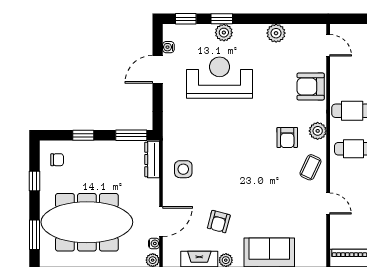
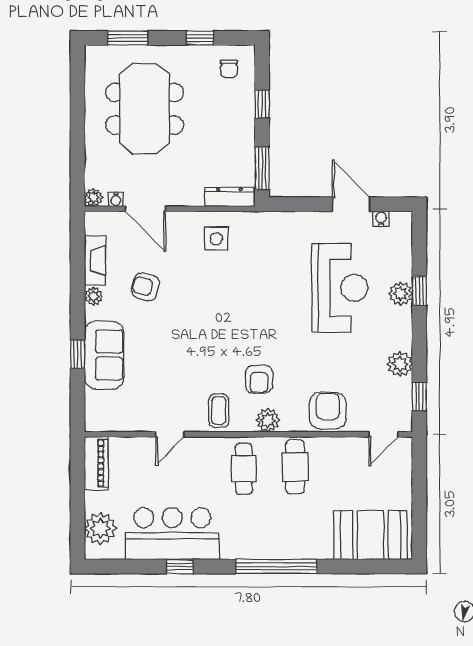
window: (186, 19) -> (419, 396), moved
armchair: (287, 137) -> (259, 379), turned -90
coffee table: (311, 167) -> (219, 411), turned 65
meeting table: (87, 222) -> (145, 109), width x0.73

